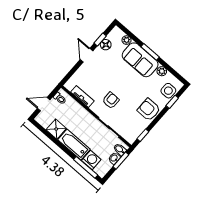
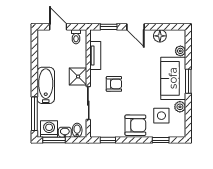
window: (100, 39) -> (109, 27), moved
door: (86, 55) -> (135, 27), swing flipped
side table: (168, 91) -> (161, 116), moved
armchair: (149, 110) -> (135, 125), turned 90
shower: (56, 129) -> (78, 77), moved
washing machine: (91, 160) -> (49, 129), moved, turned -90
window: (121, 161) -> (54, 140), moved

